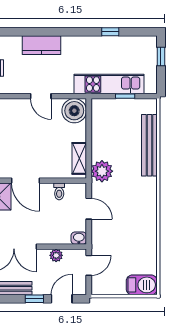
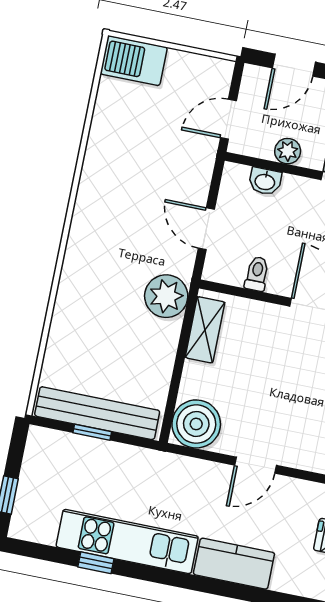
kitchen unit: (109, 84) -> (127, 542), moved, turned 180
door: (41, 96) -> (255, 465), swing flipped
bench: (149, 145) -> (97, 413), moved, turned 90
washbasin: (79, 238) -> (265, 181), moved

